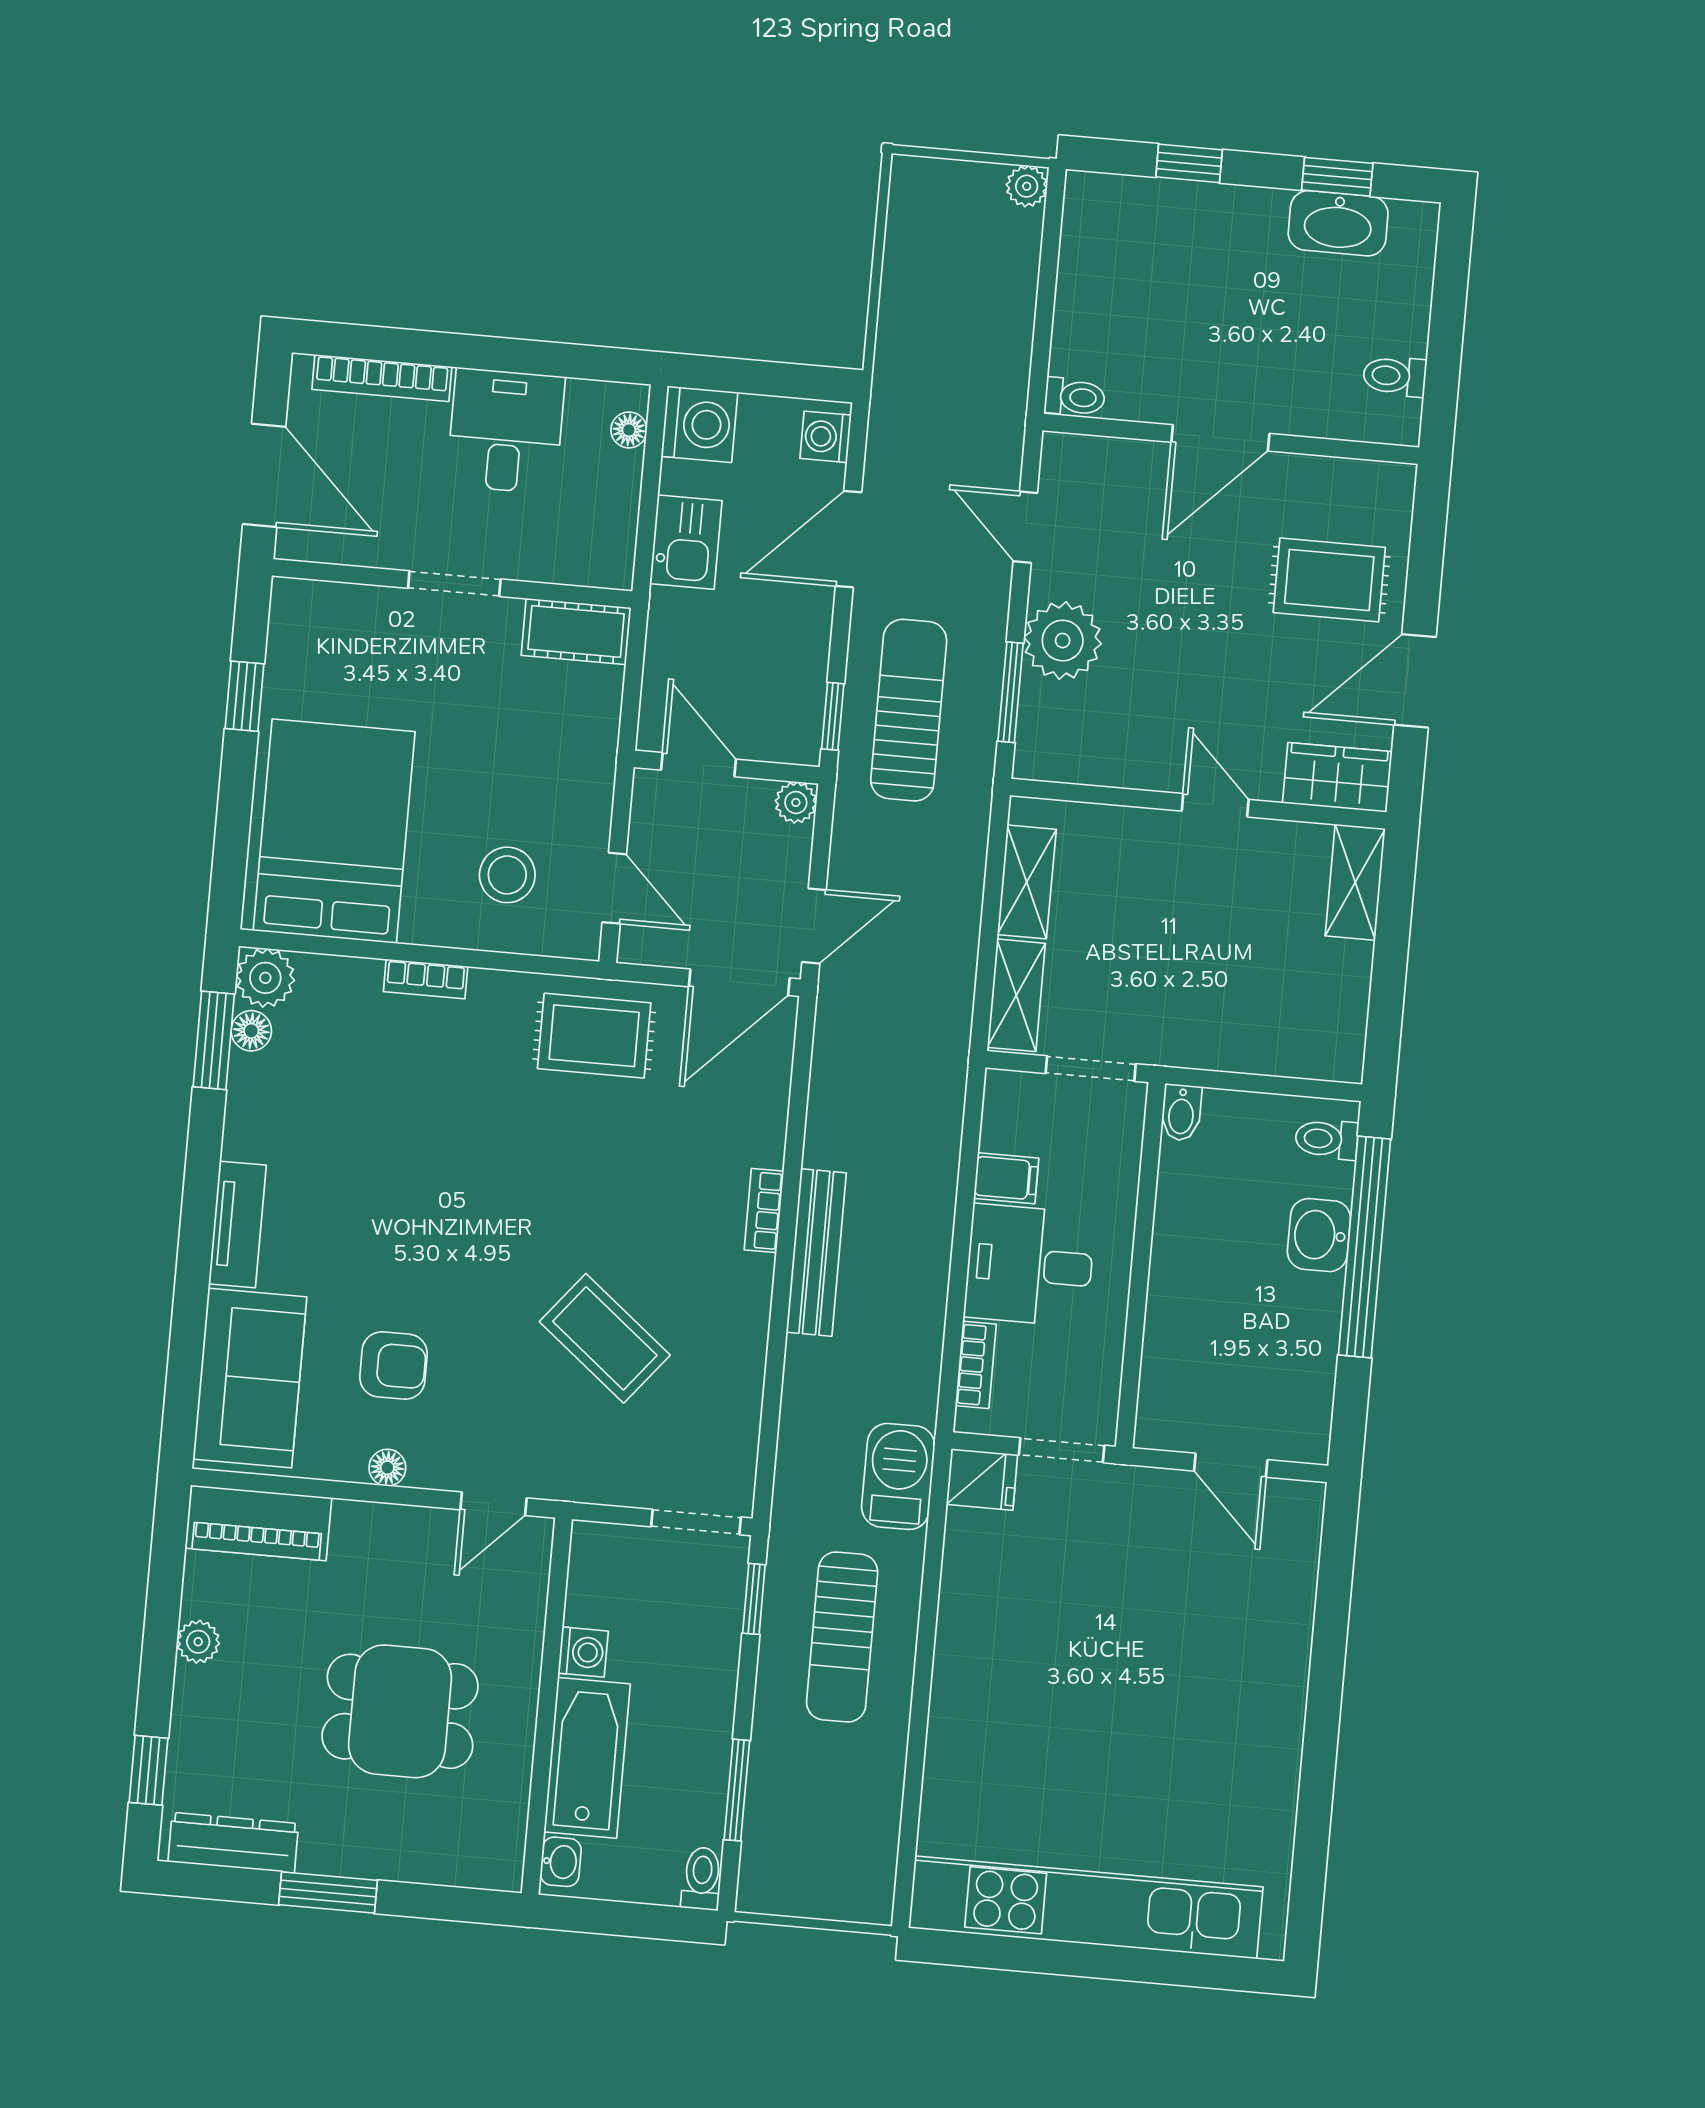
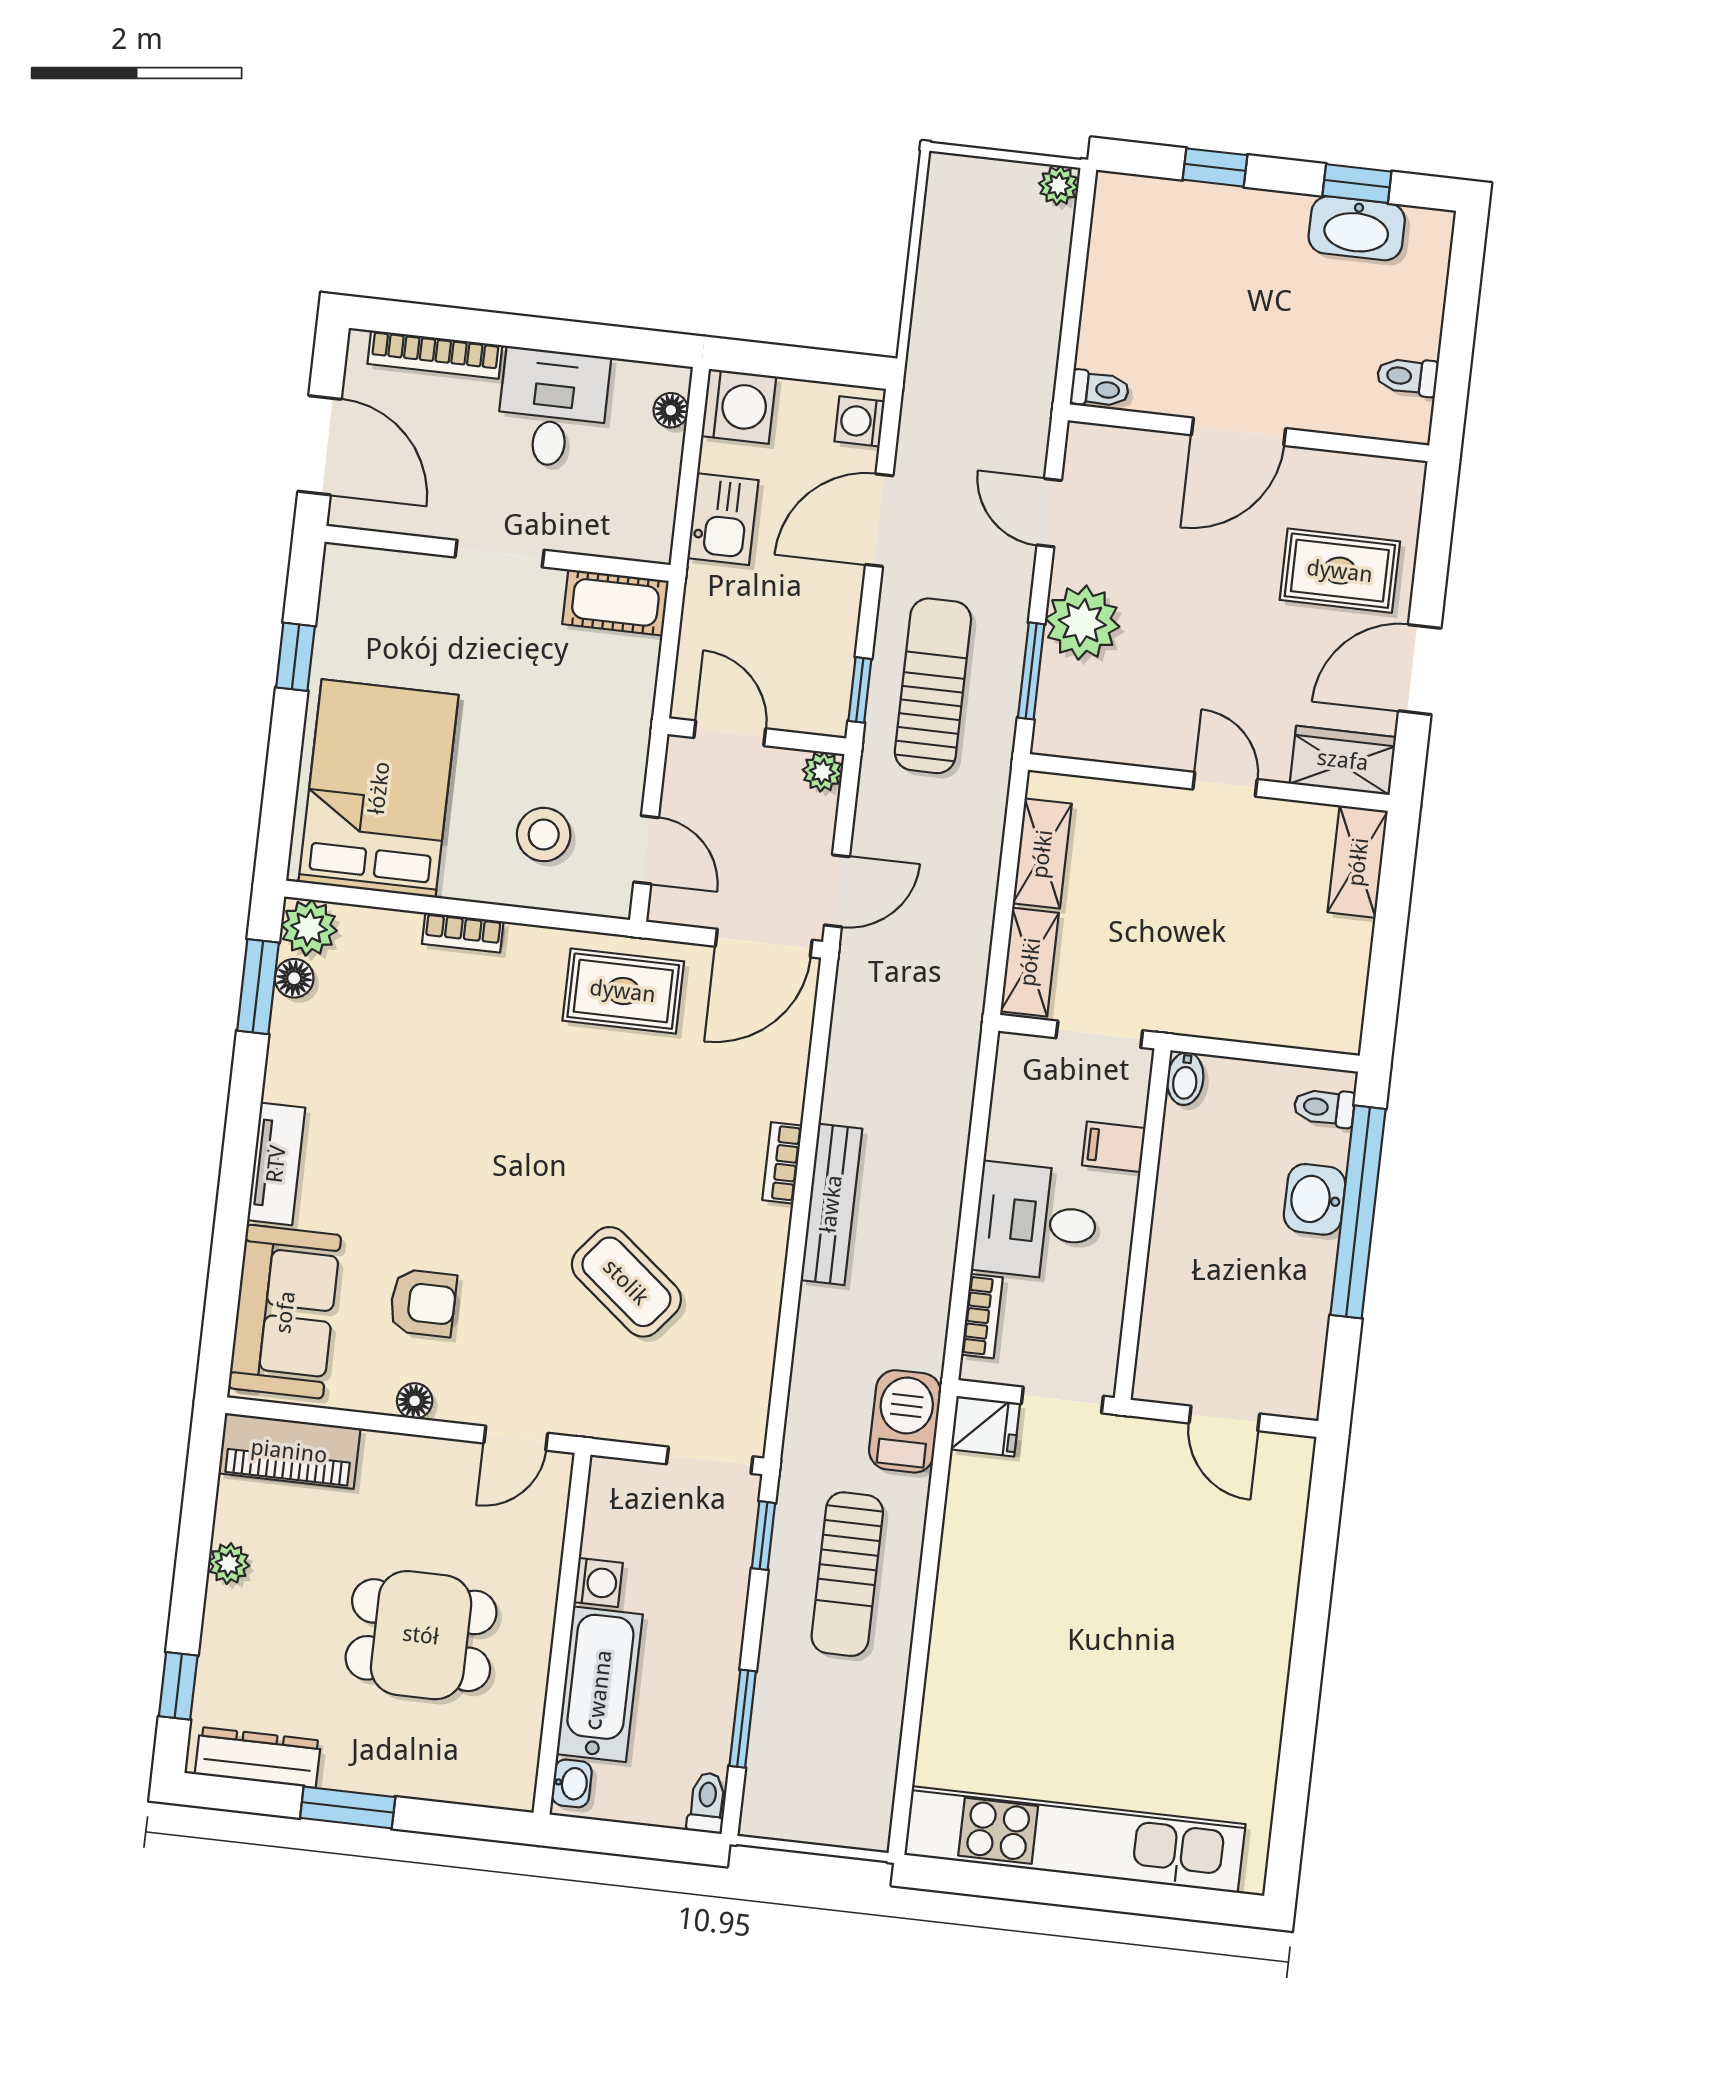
filing cabinet: (1006, 1178) -> (1114, 1147), moved, turned 180

